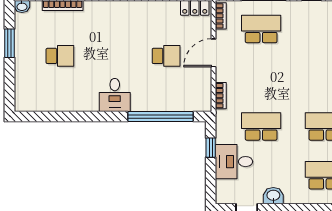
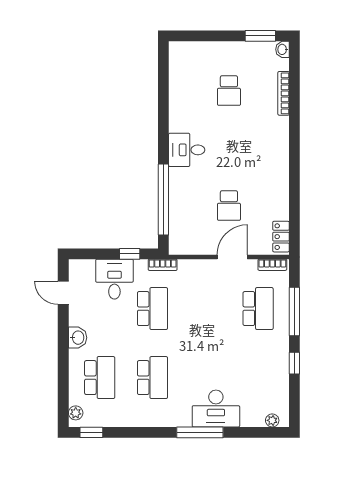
window: (10, 43) -> (260, 36), moved
door: (214, 53) -> (232, 257), hinge flipped
bookcase: (221, 96) -> (163, 265), moved
washbasin: (273, 196) -> (78, 338), moved

